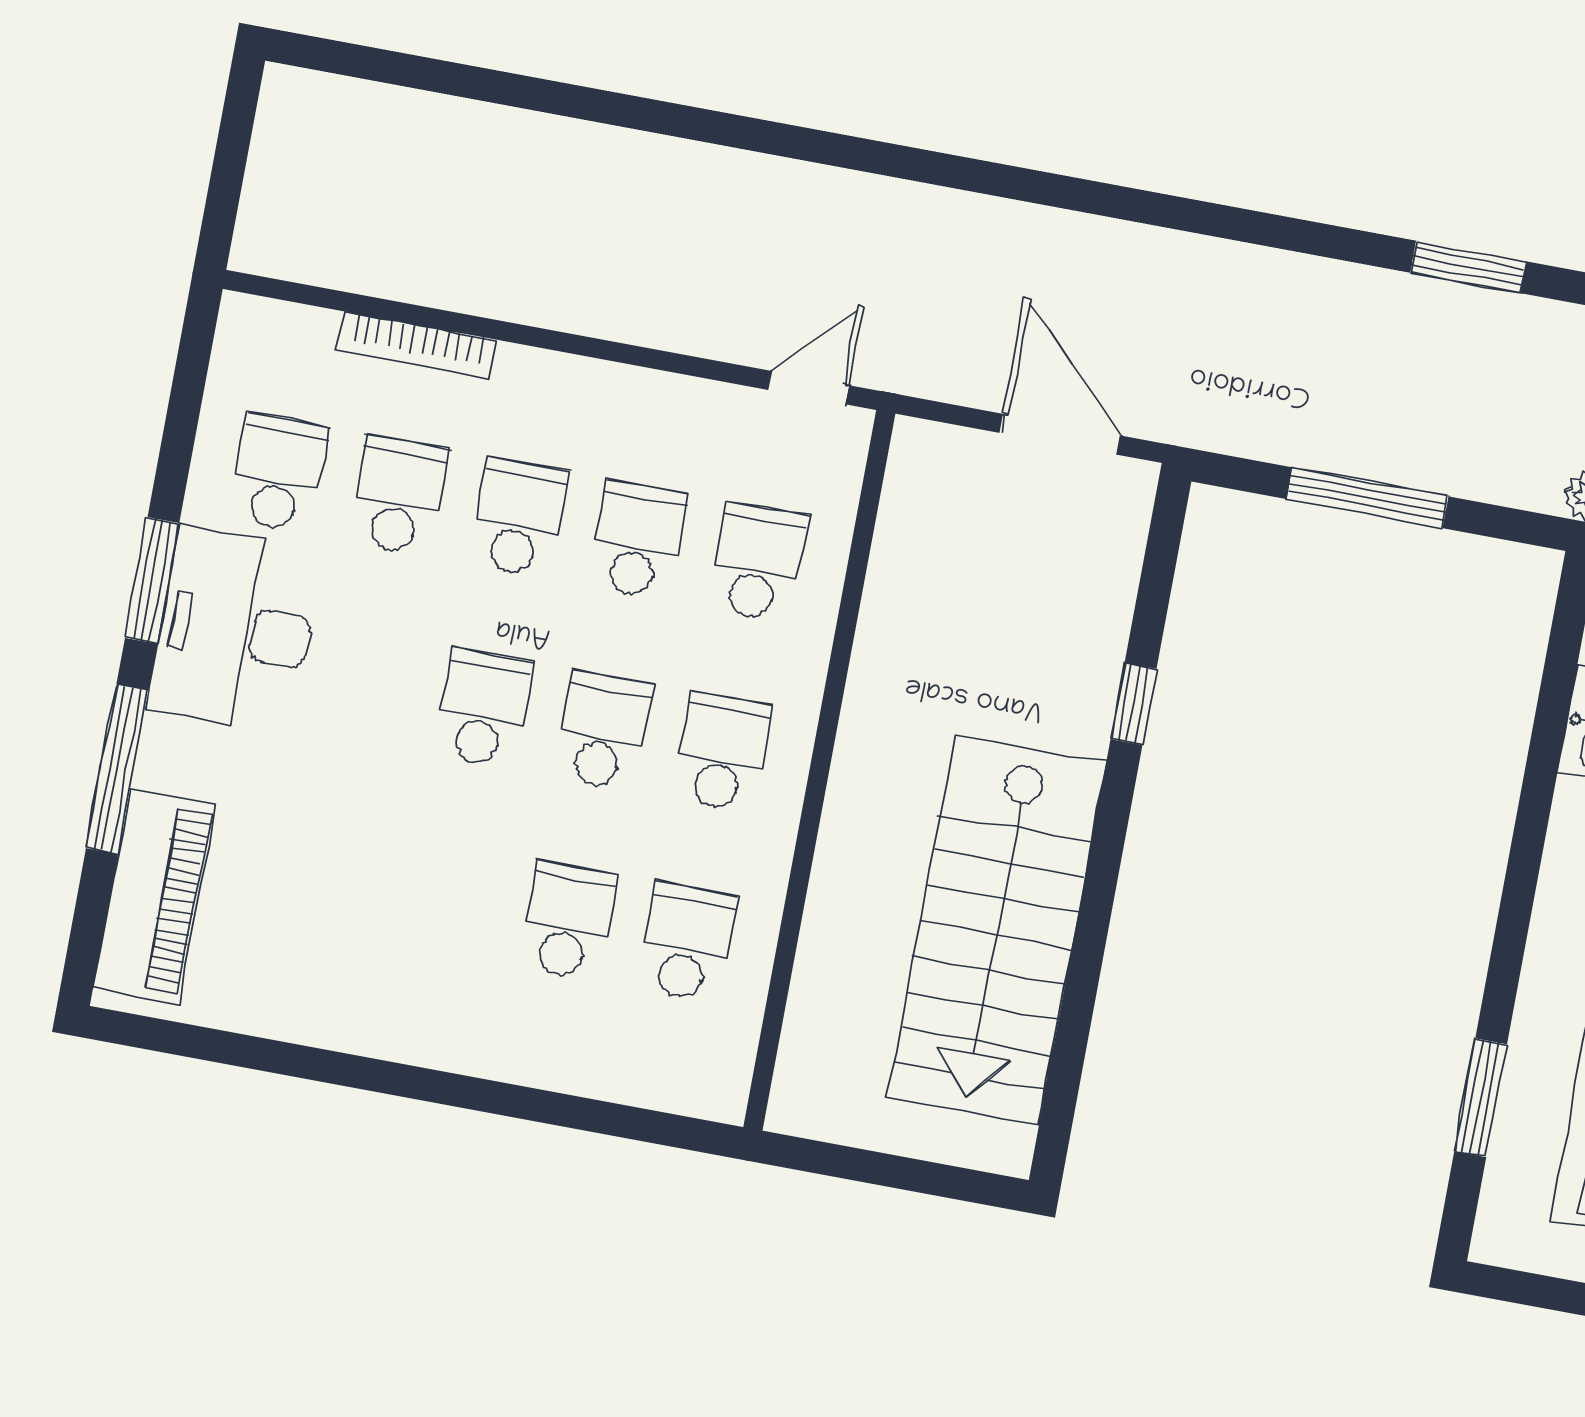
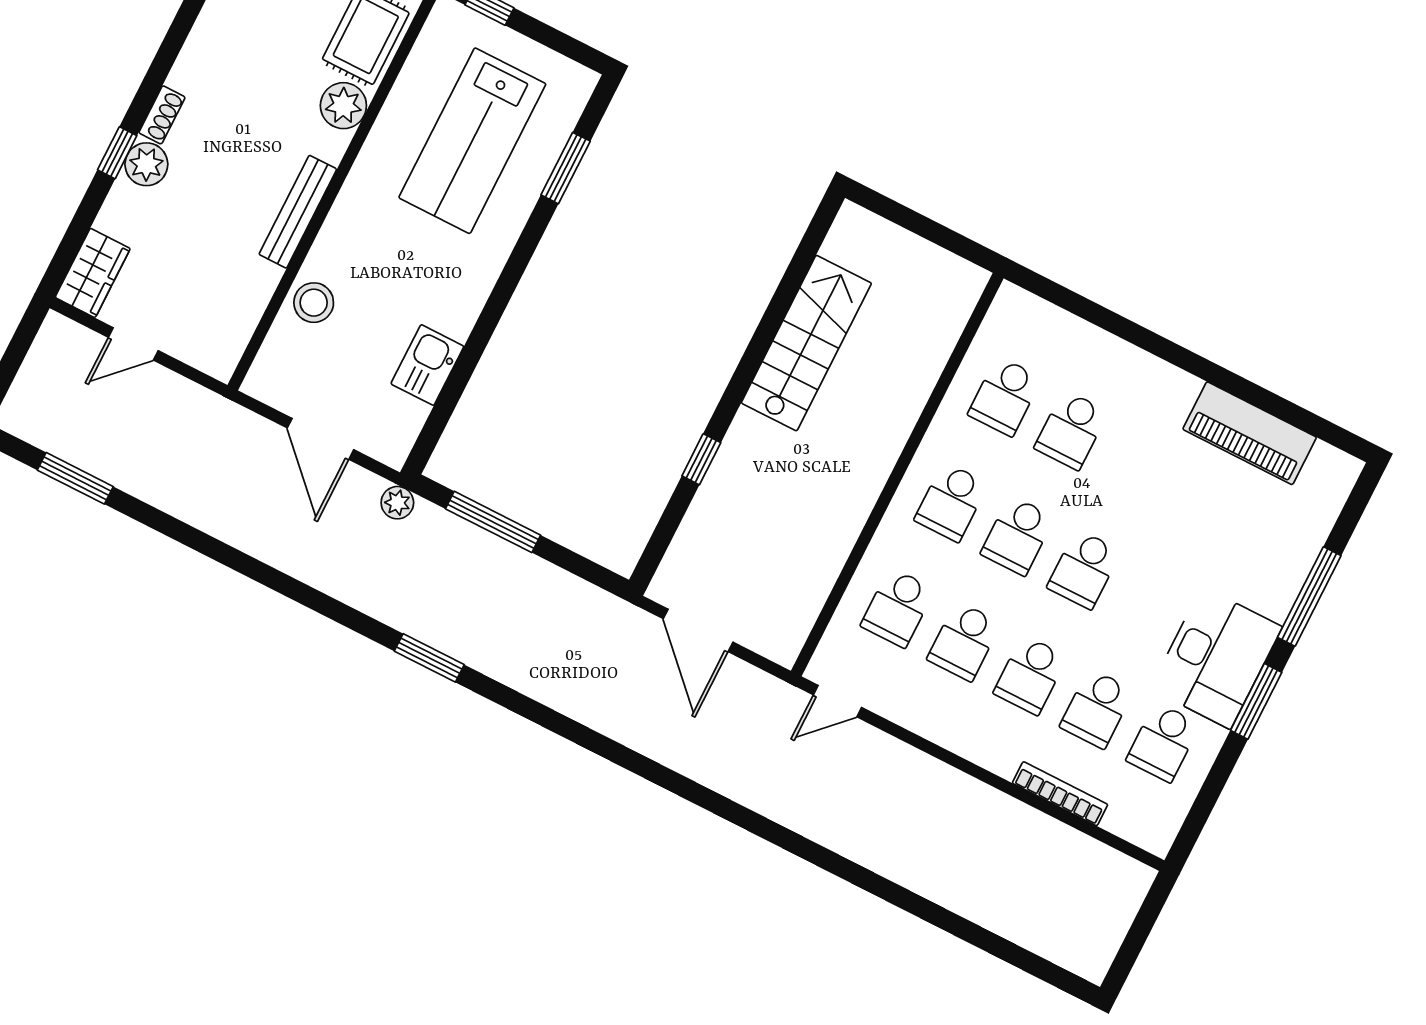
window: (1367, 498) -> (493, 522), moved
piano: (155, 896) -> (1250, 433), moved, turned -90
stairs: (997, 930) -> (806, 343), width x0.73, depth x0.66

